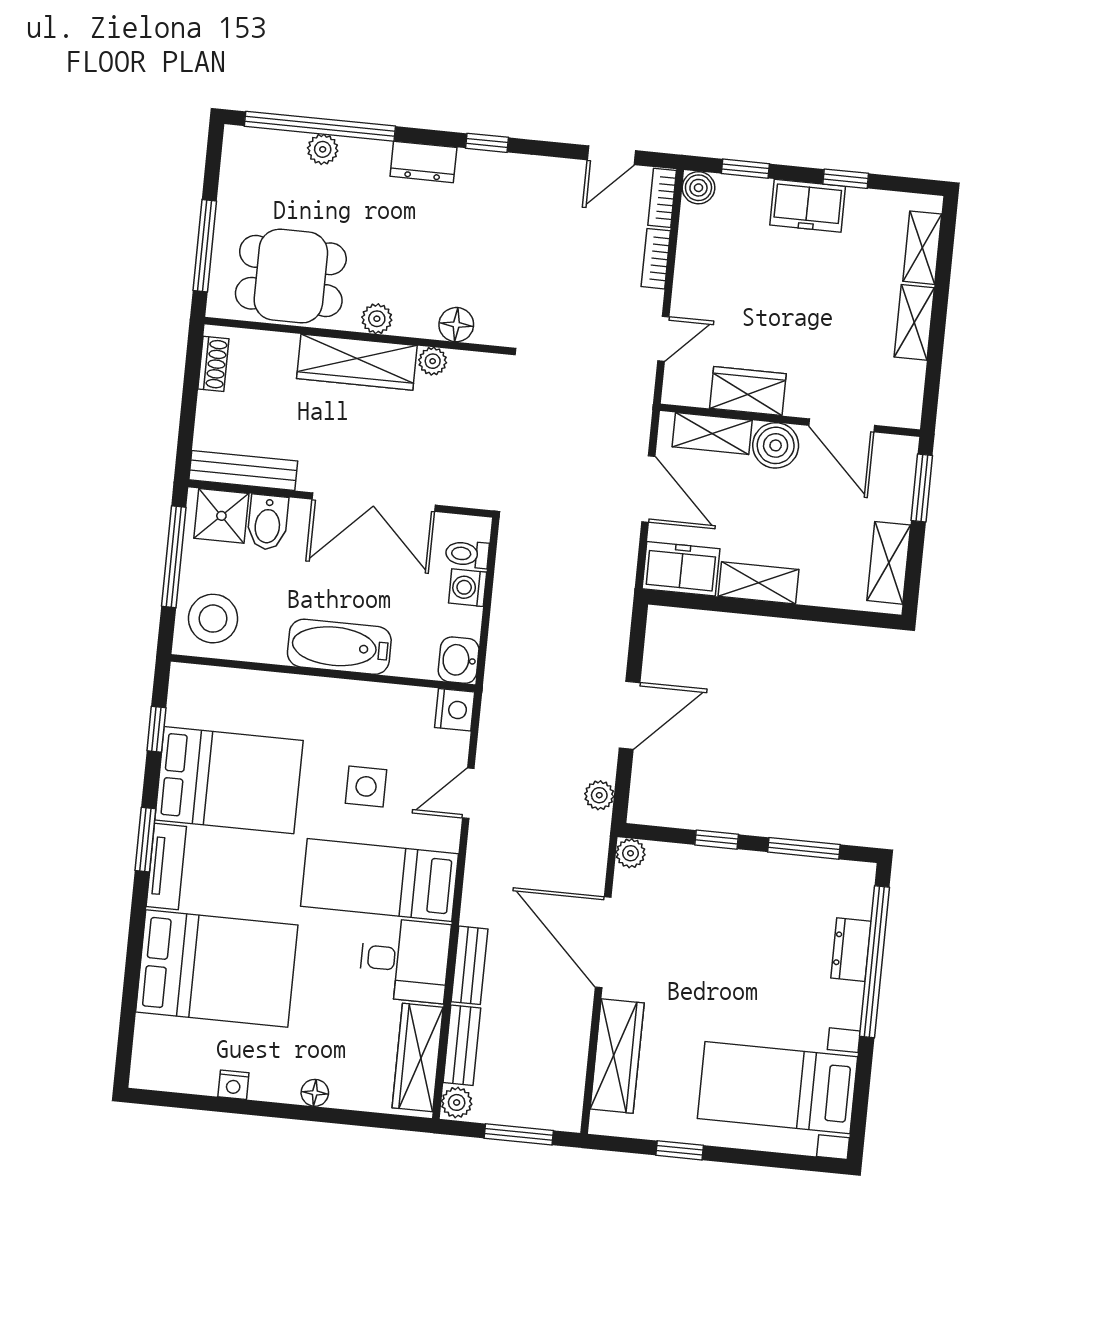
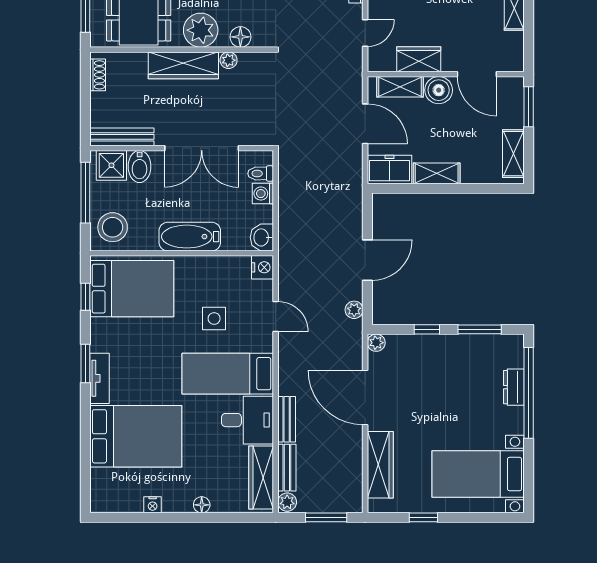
plant: (377, 319) -> (201, 30), width x1.88, depth x1.88
bed: (229, 780) -> (132, 289), moved
door: (468, 793) -> (276, 316), swing flipped

